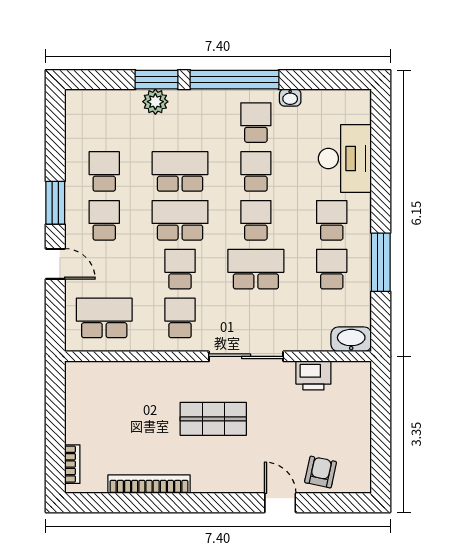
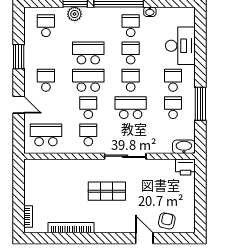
school desk: (104, 171) -> (46, 26), moved
window: (55, 203) -> (19, 57), moved
printer: (313, 375) -> (185, 167), moved

